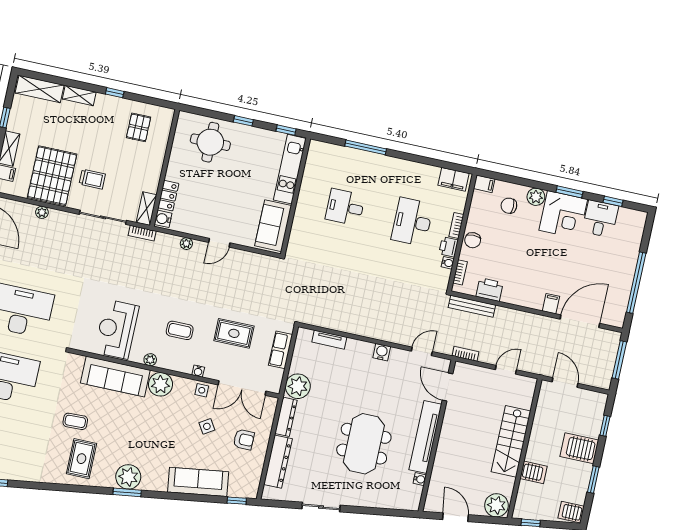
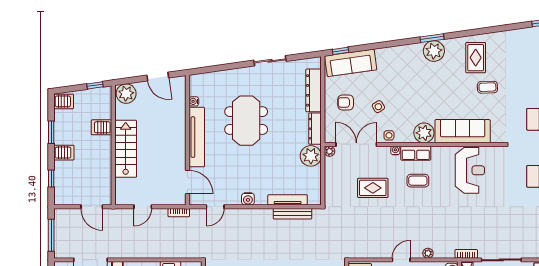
bench: (472, 306) -> (293, 214), moved
tv unit: (329, 340) -> (288, 200), width x1.41
row of seats: (281, 350) -> (416, 153), moved, turned 90
plant: (150, 360) -> (330, 151), moved
server rack: (579, 448) -> (64, 153), width x0.73, depth x0.70
sofa: (198, 482) -> (351, 63), moved

